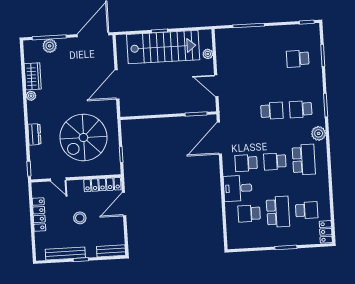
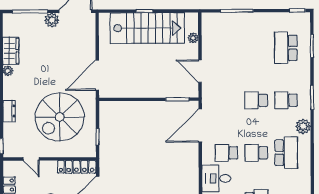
plant: (50, 46) -> (52, 20), moved
school desk: (298, 59) -> (286, 48), width x1.85
door: (117, 84) -> (97, 75), moved
school desk: (272, 111) -> (256, 100), turned 180

